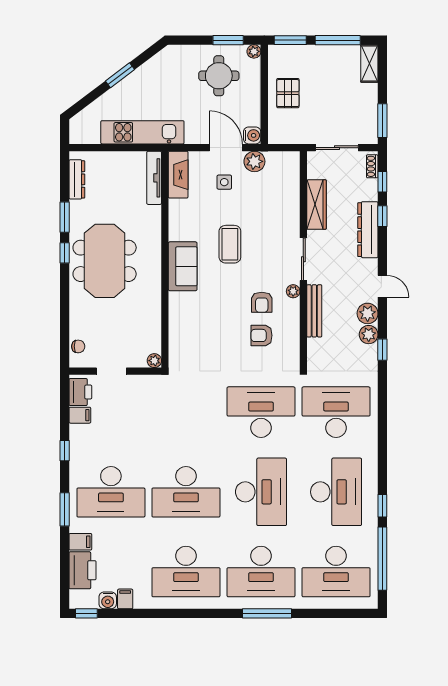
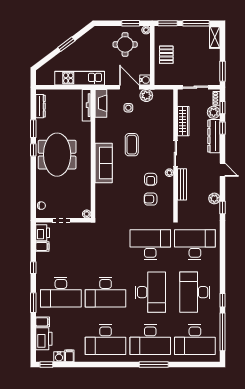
sofa: (183, 266) -> (104, 163), width x1.36
plant: (368, 313) -> (214, 112), moved
desk: (336, 492) -> (195, 292), turned 180

